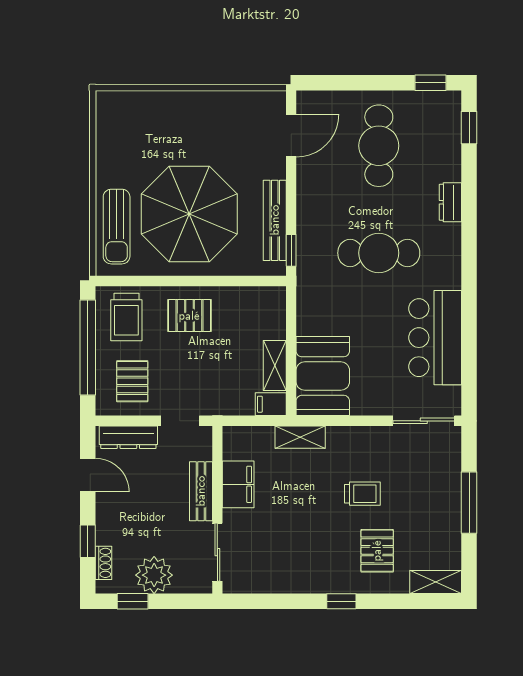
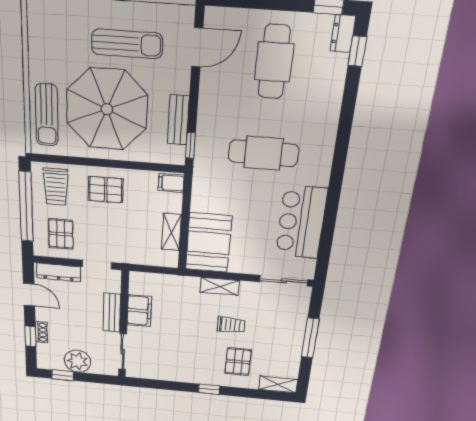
sun lounger: (211, 137) -> (127, 44), added
dresser: (450, 202) -> (343, 33), moved
bench: (275, 220) -> (178, 120), width x0.73
filing cabinet: (271, 404) -> (171, 183), moved
shelving: (300, 437) -> (220, 286), moved
shoe rack: (103, 563) -> (41, 332), moved

